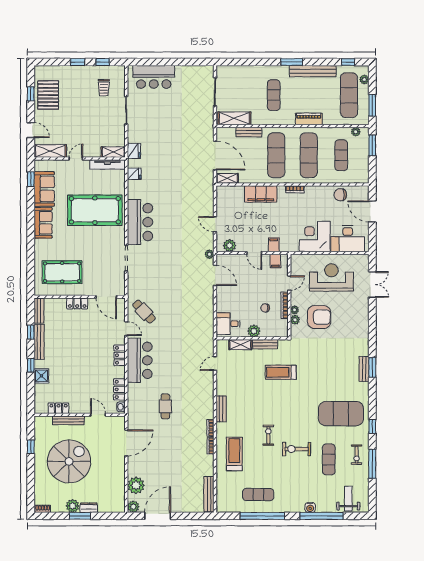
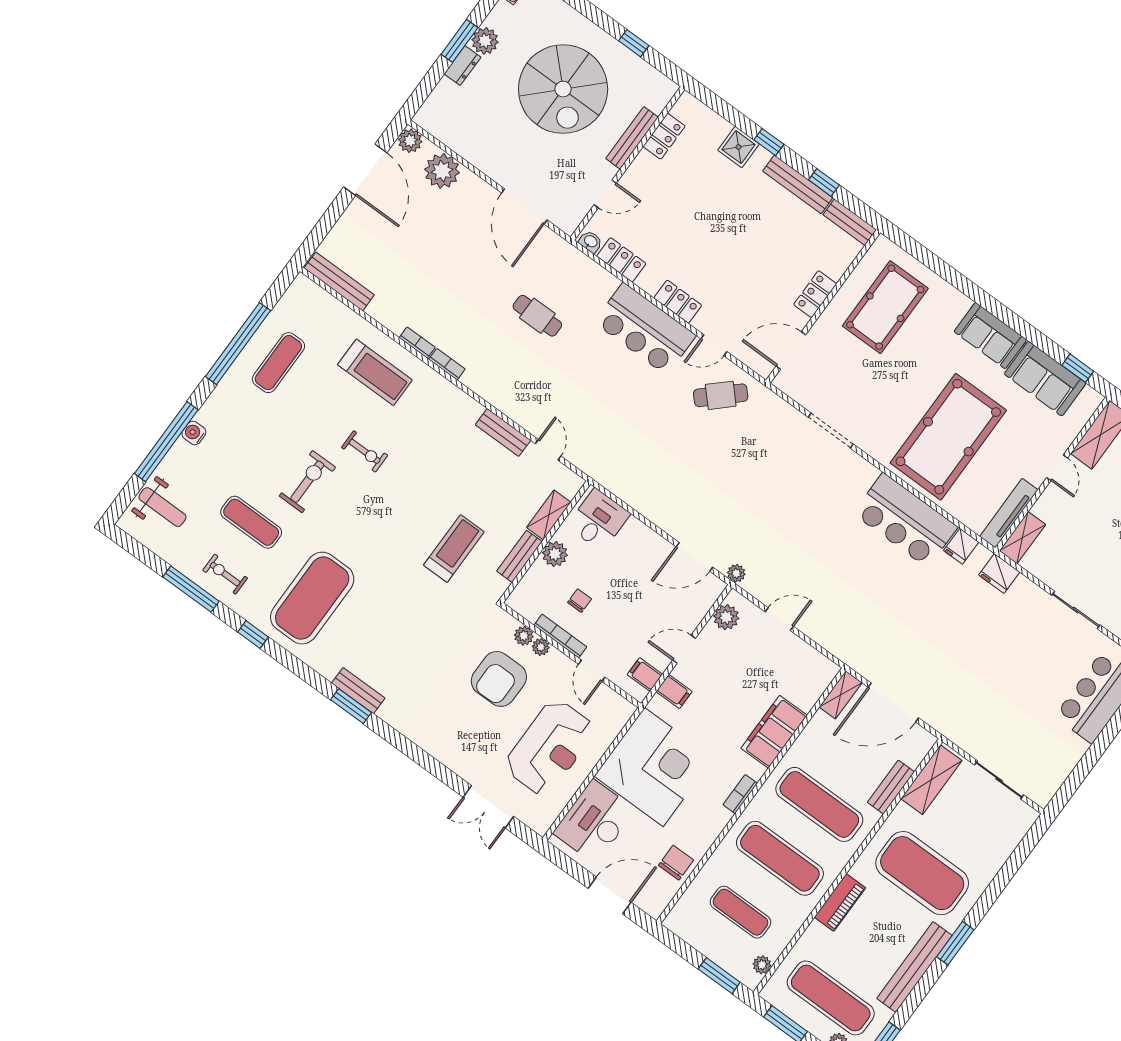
exercise mat: (274, 95) -> (922, 873), width x2.00, depth x1.45
bar counter: (140, 222) -> (905, 520), moved
corner desk: (315, 237) -> (654, 767), width x1.36, depth x1.36
bench: (221, 409) -> (503, 432), moved

